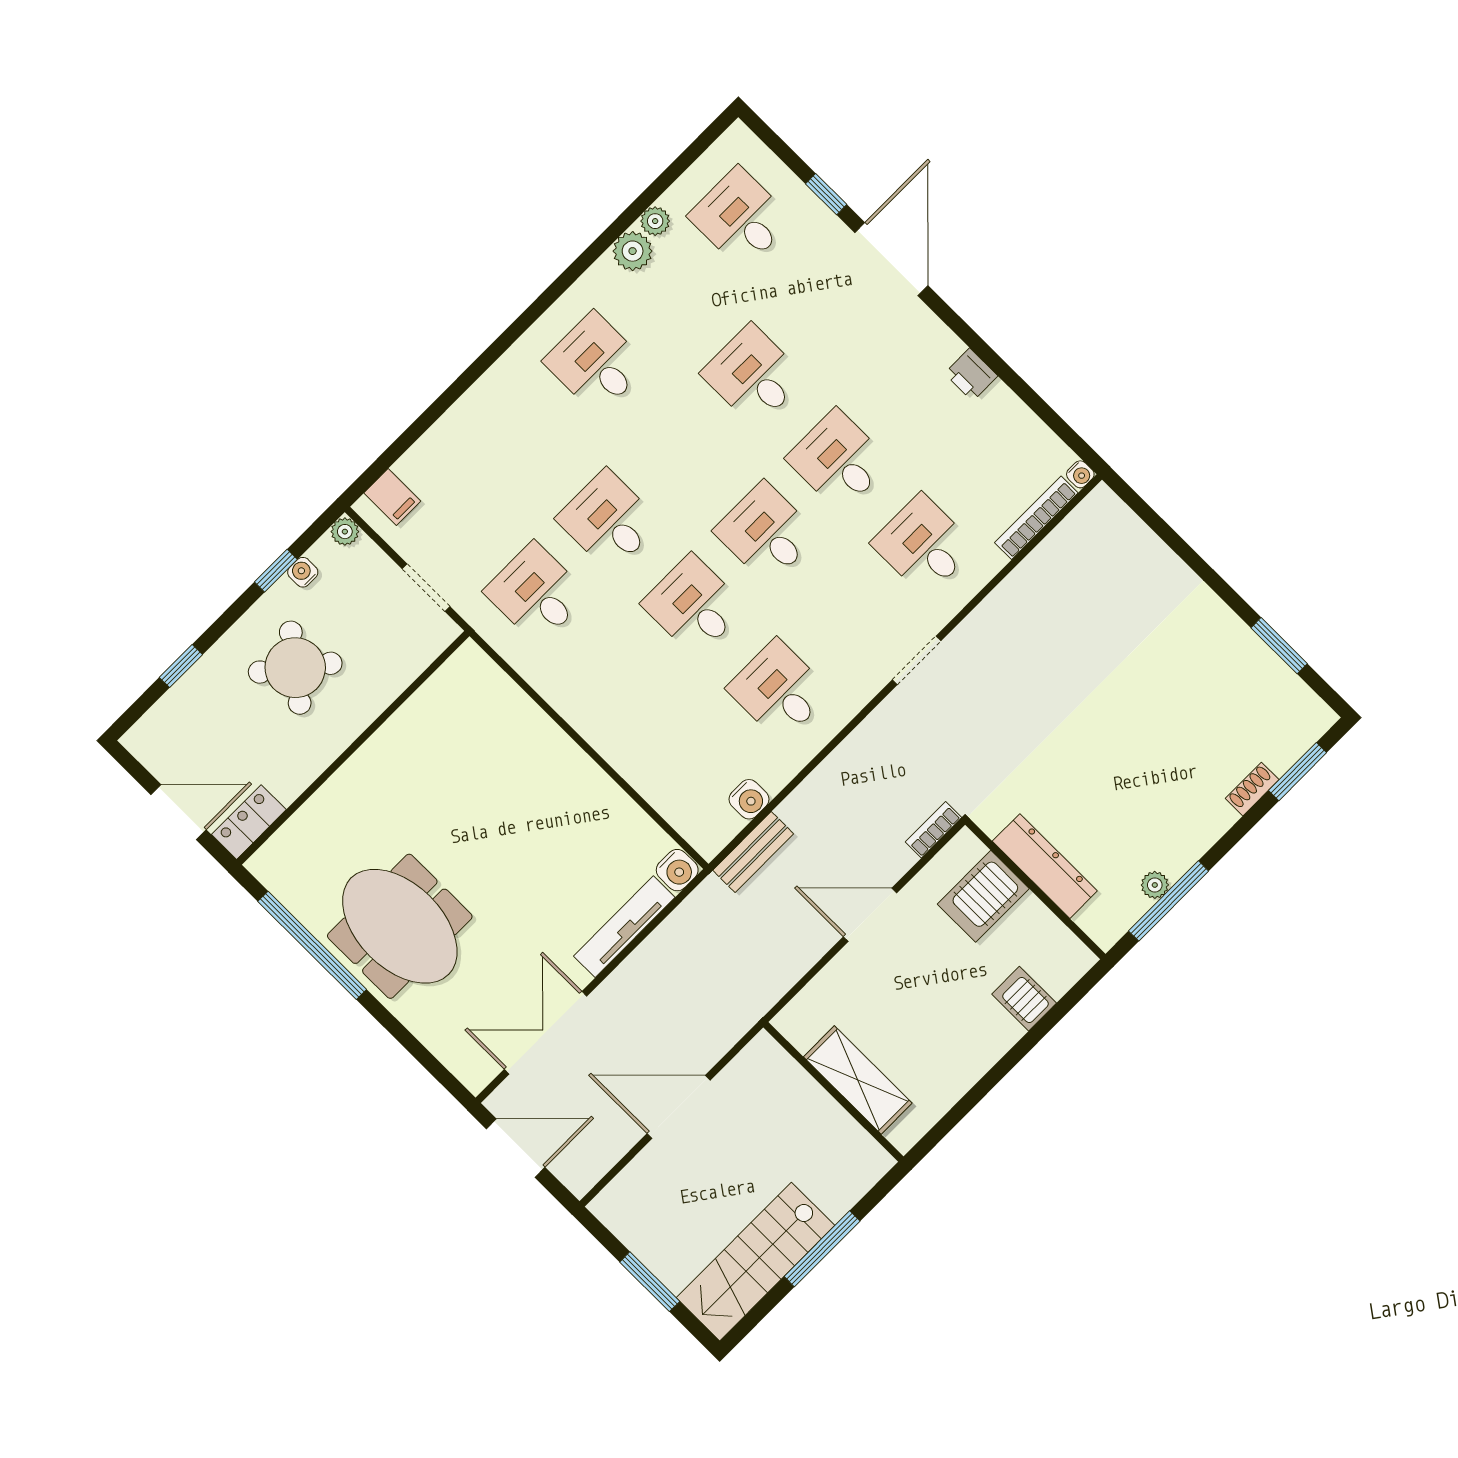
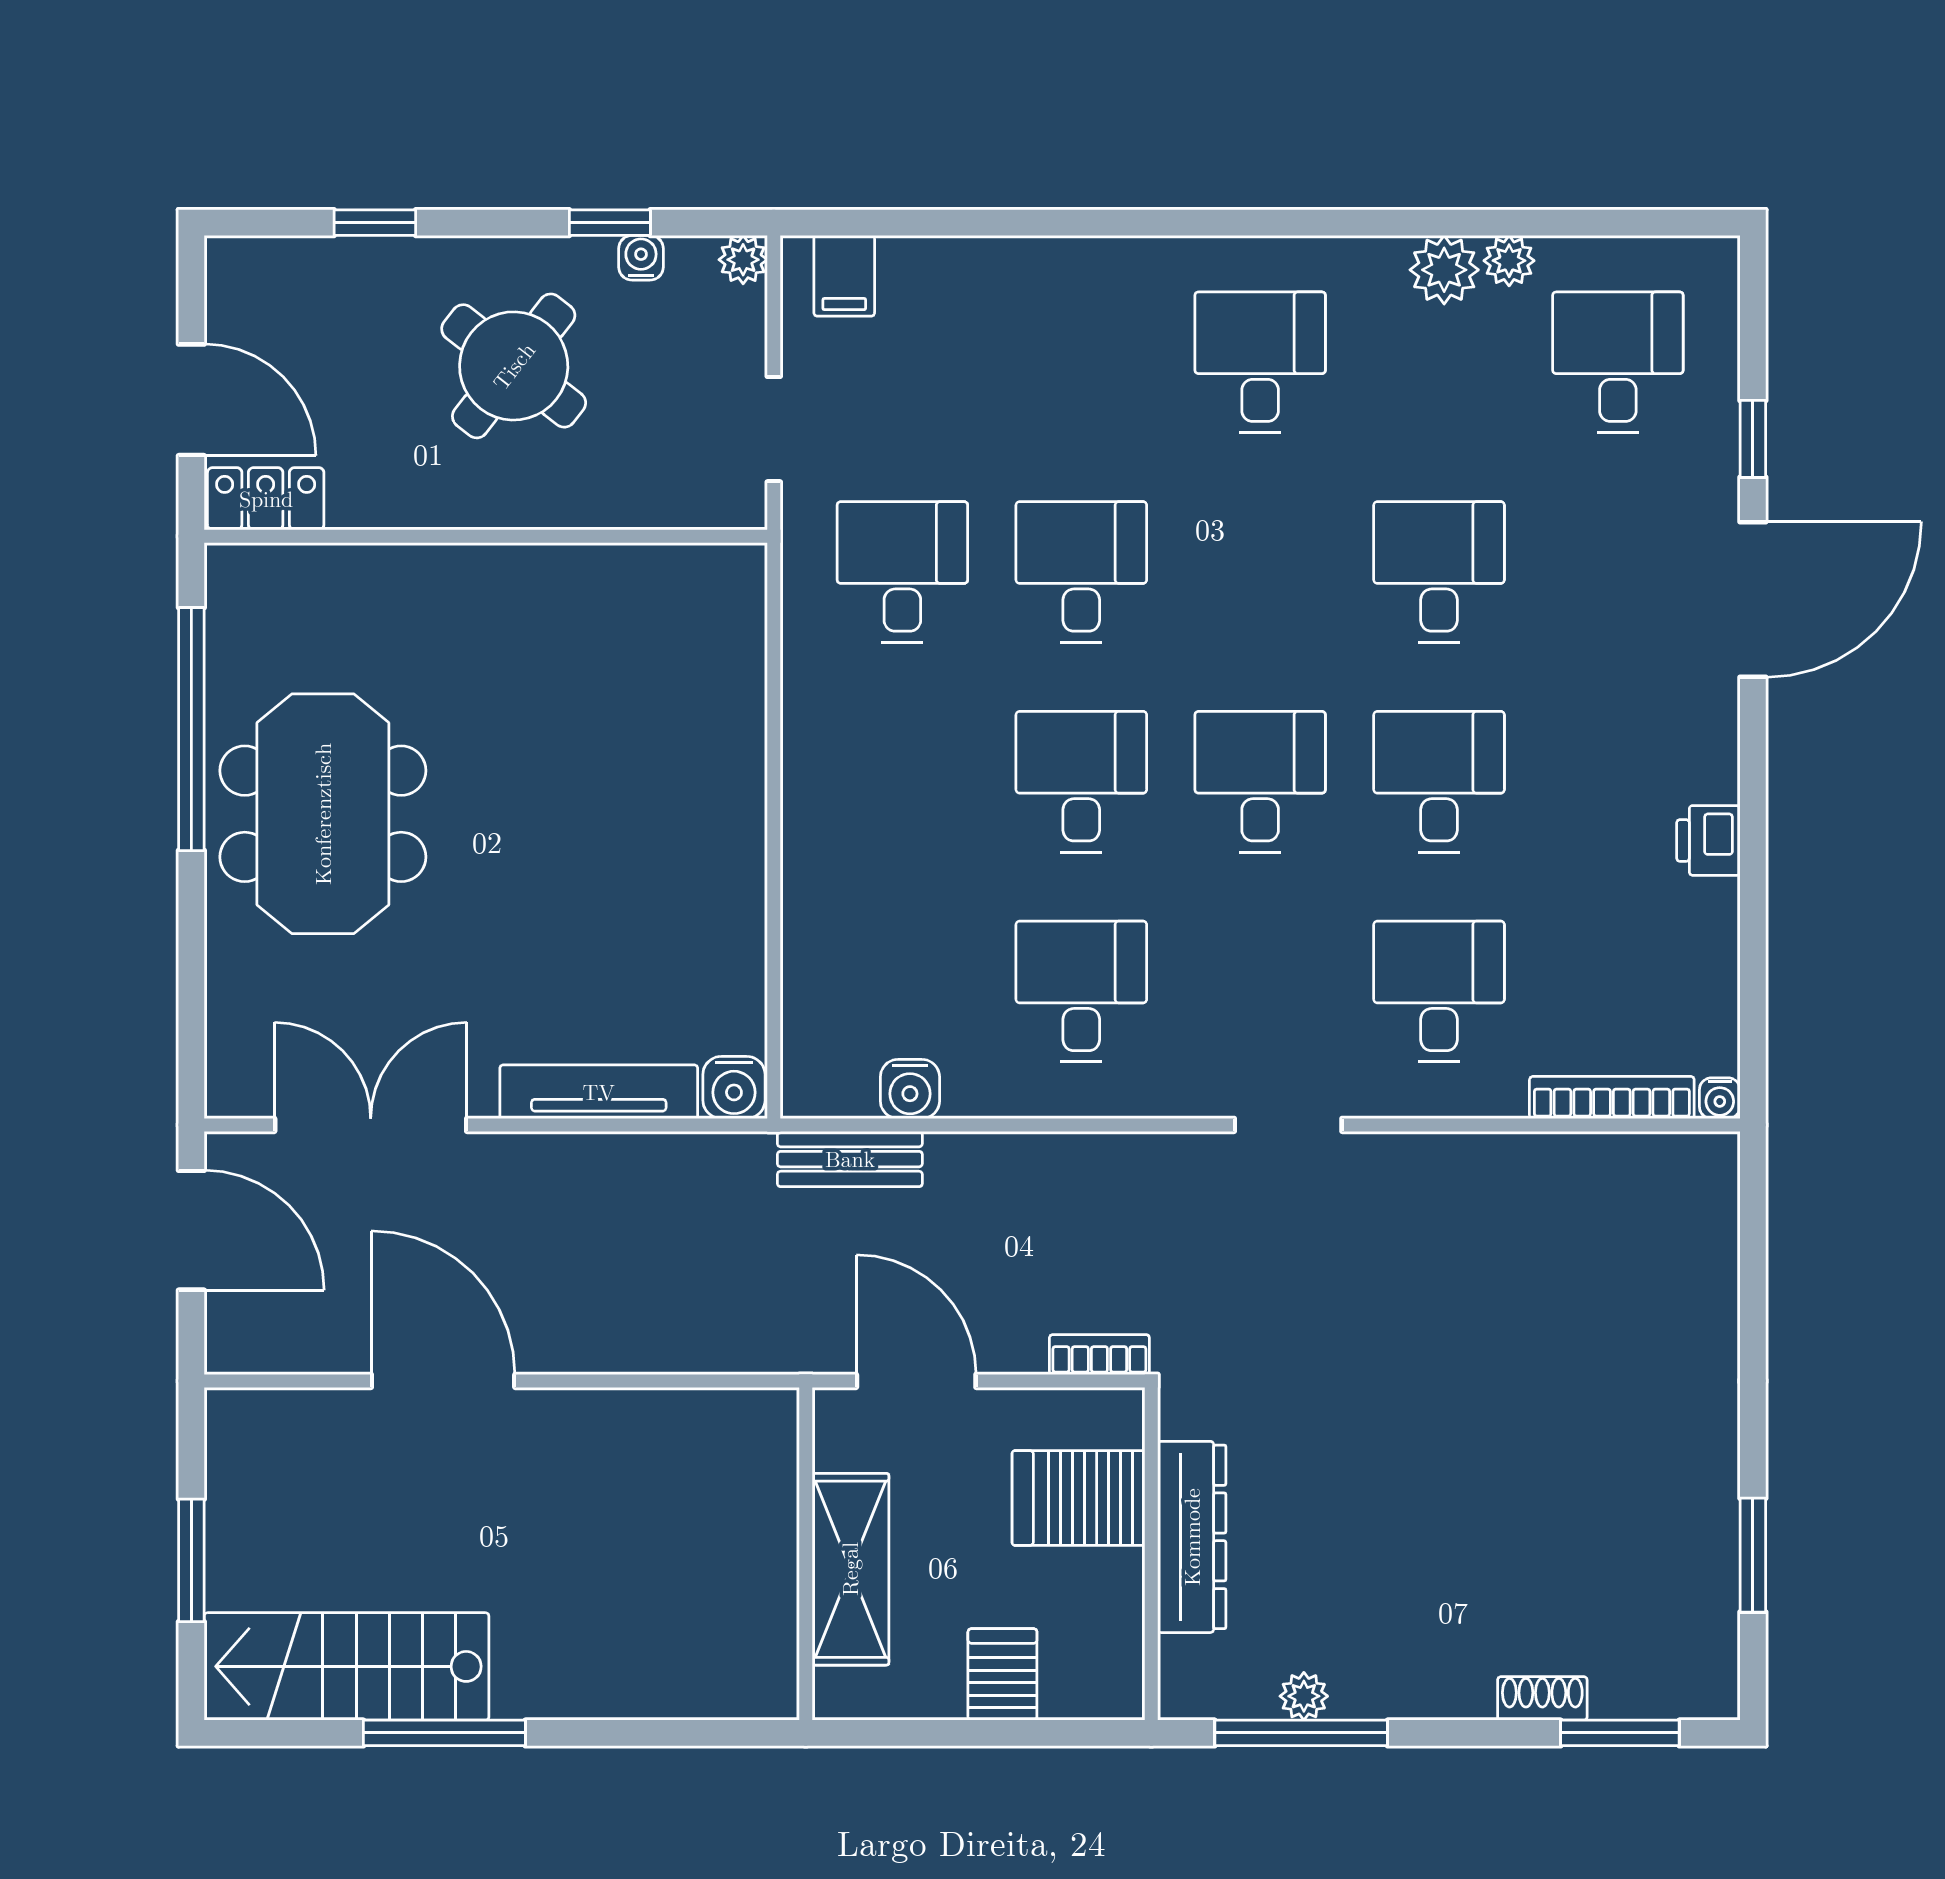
shelving: (858, 1080) -> (850, 1569), moved
wall: (833, 1092) -> (806, 1554), moved

